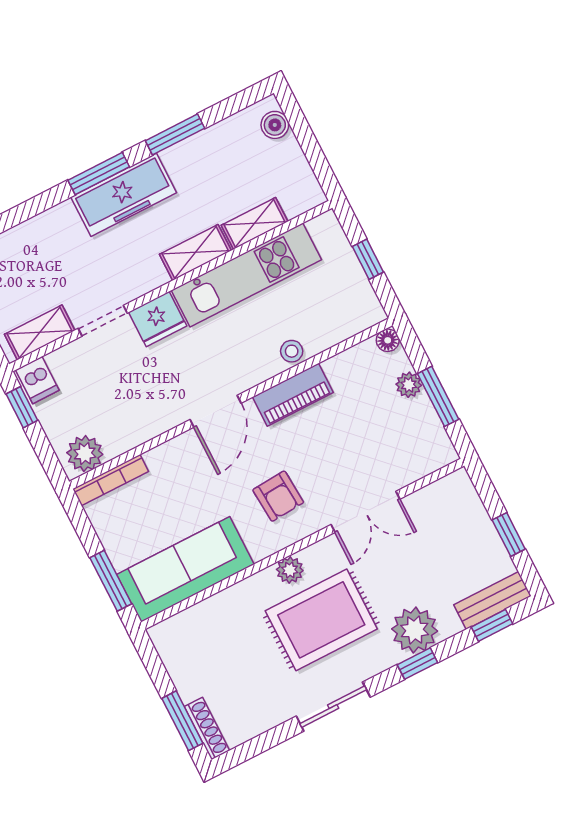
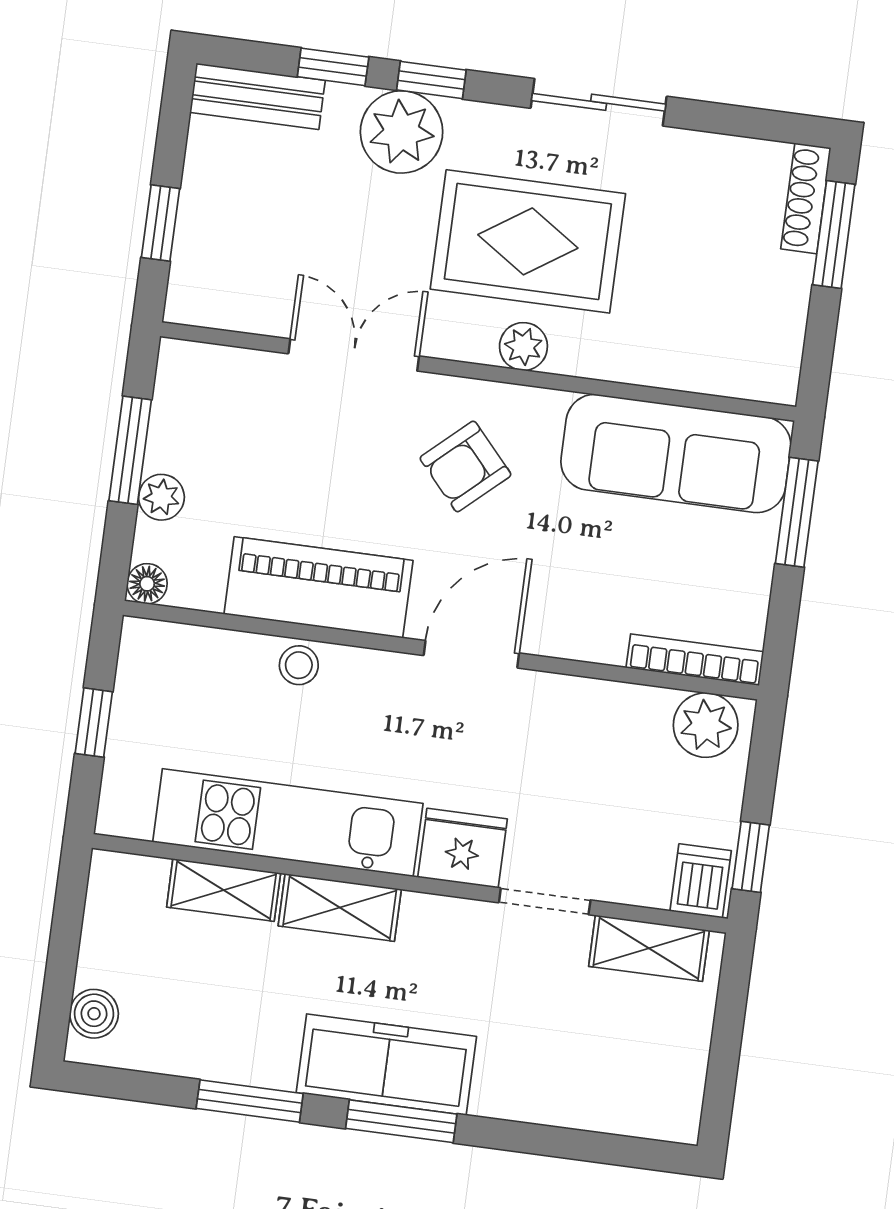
piano: (293, 395) -> (318, 587), width x1.37, depth x1.33
armchair: (278, 496) -> (465, 466), turned -128
window: (509, 534) -> (160, 223), moved
window: (492, 625) -> (333, 67), moved

